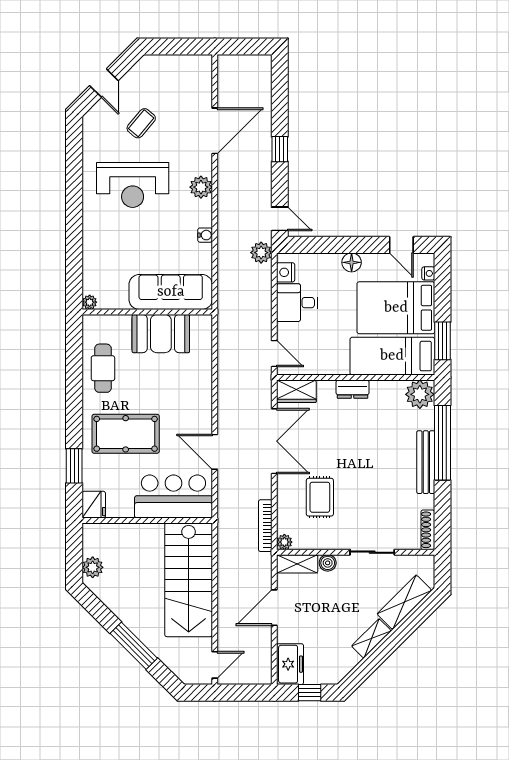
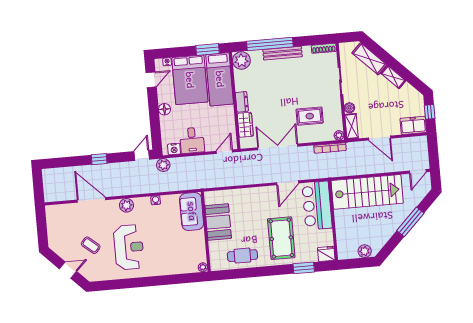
sofa: (171, 292) -> (192, 211), width x0.73
wardrobe: (296, 391) -> (245, 125), moved
door: (215, 665) -> (418, 171), swing flipped

